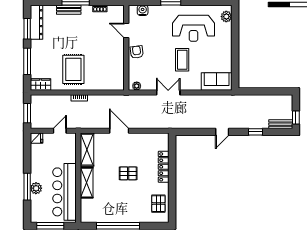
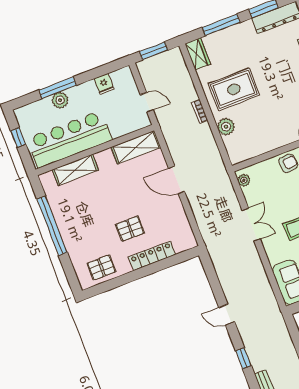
plant: (96, 84) -> (226, 127), added
door: (119, 131) -> (177, 180), swing flipped
fridge: (36, 138) -> (104, 84), moved
pallet: (128, 173) -> (130, 229), moved, turned 90
shelving: (87, 183) -> (75, 170), moved
window: (50, 226) -> (18, 137), width x0.46

